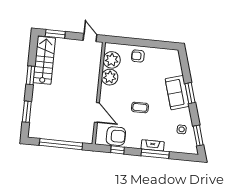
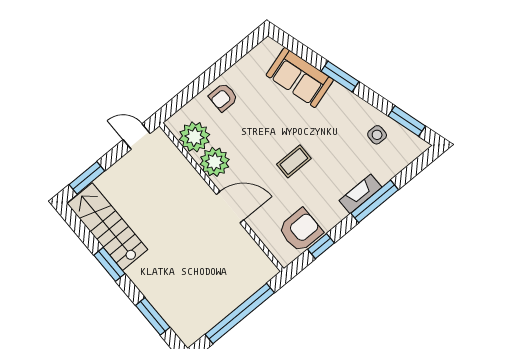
sofa: (177, 93) -> (300, 78), moved
door: (97, 112) -> (230, 207), moved

